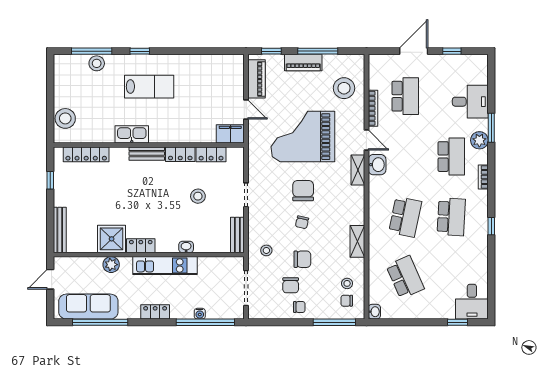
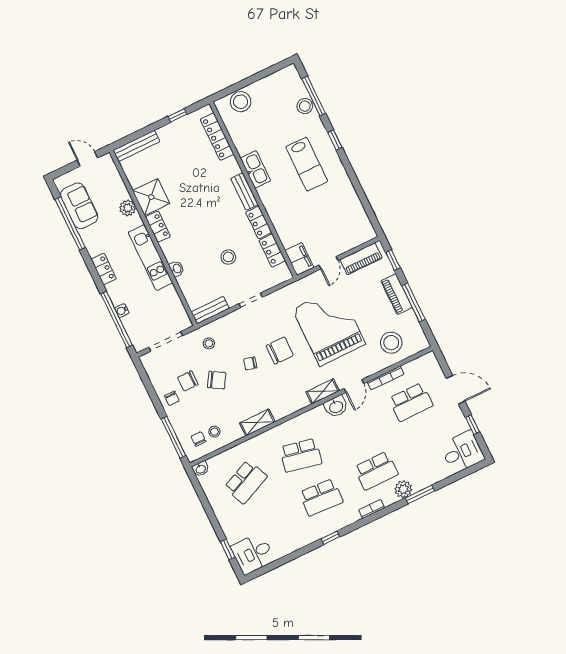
desk: (470, 102) -> (462, 452), moved, turned -90
chair: (302, 259) -> (217, 380), turned -59
sofa: (88, 307) -> (79, 206), width x0.73

